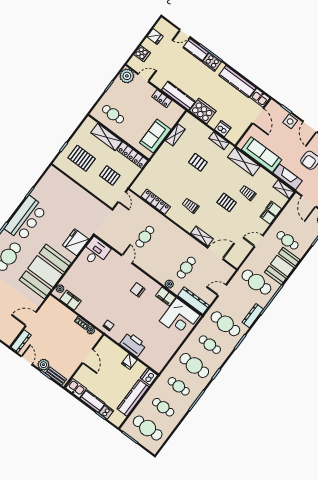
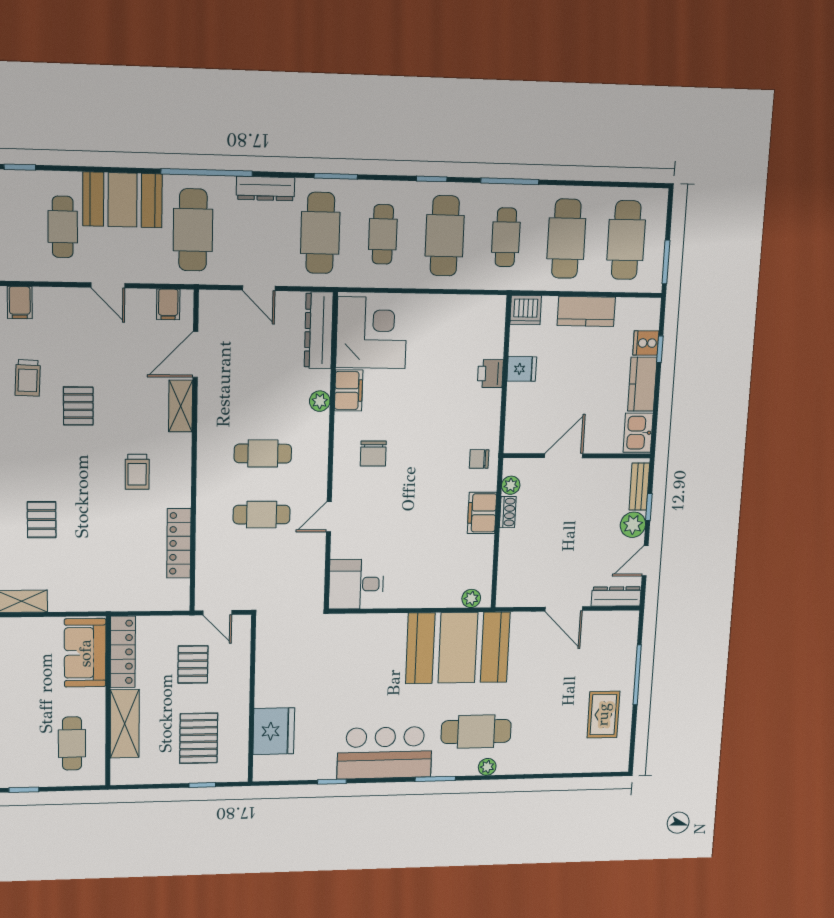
sofa: (155, 136) -> (85, 653), moved, turned 90
door: (122, 197) -> (217, 613), swing flipped
filing cabinet: (268, 217) -> (168, 304), moved
fridge: (76, 242) -> (274, 731), moved, turned -90
door: (215, 254) -> (195, 354), hinge flipped
cafe table: (186, 268) -> (263, 453), moved
filing cabinet: (71, 300) -> (482, 513), moved
printer: (133, 344) -> (490, 374), width x0.53, depth x0.68
kitchen counter: (133, 398) -> (586, 311), width x0.67
cafe table: (163, 407) -> (566, 239), width x1.37, depth x1.35

